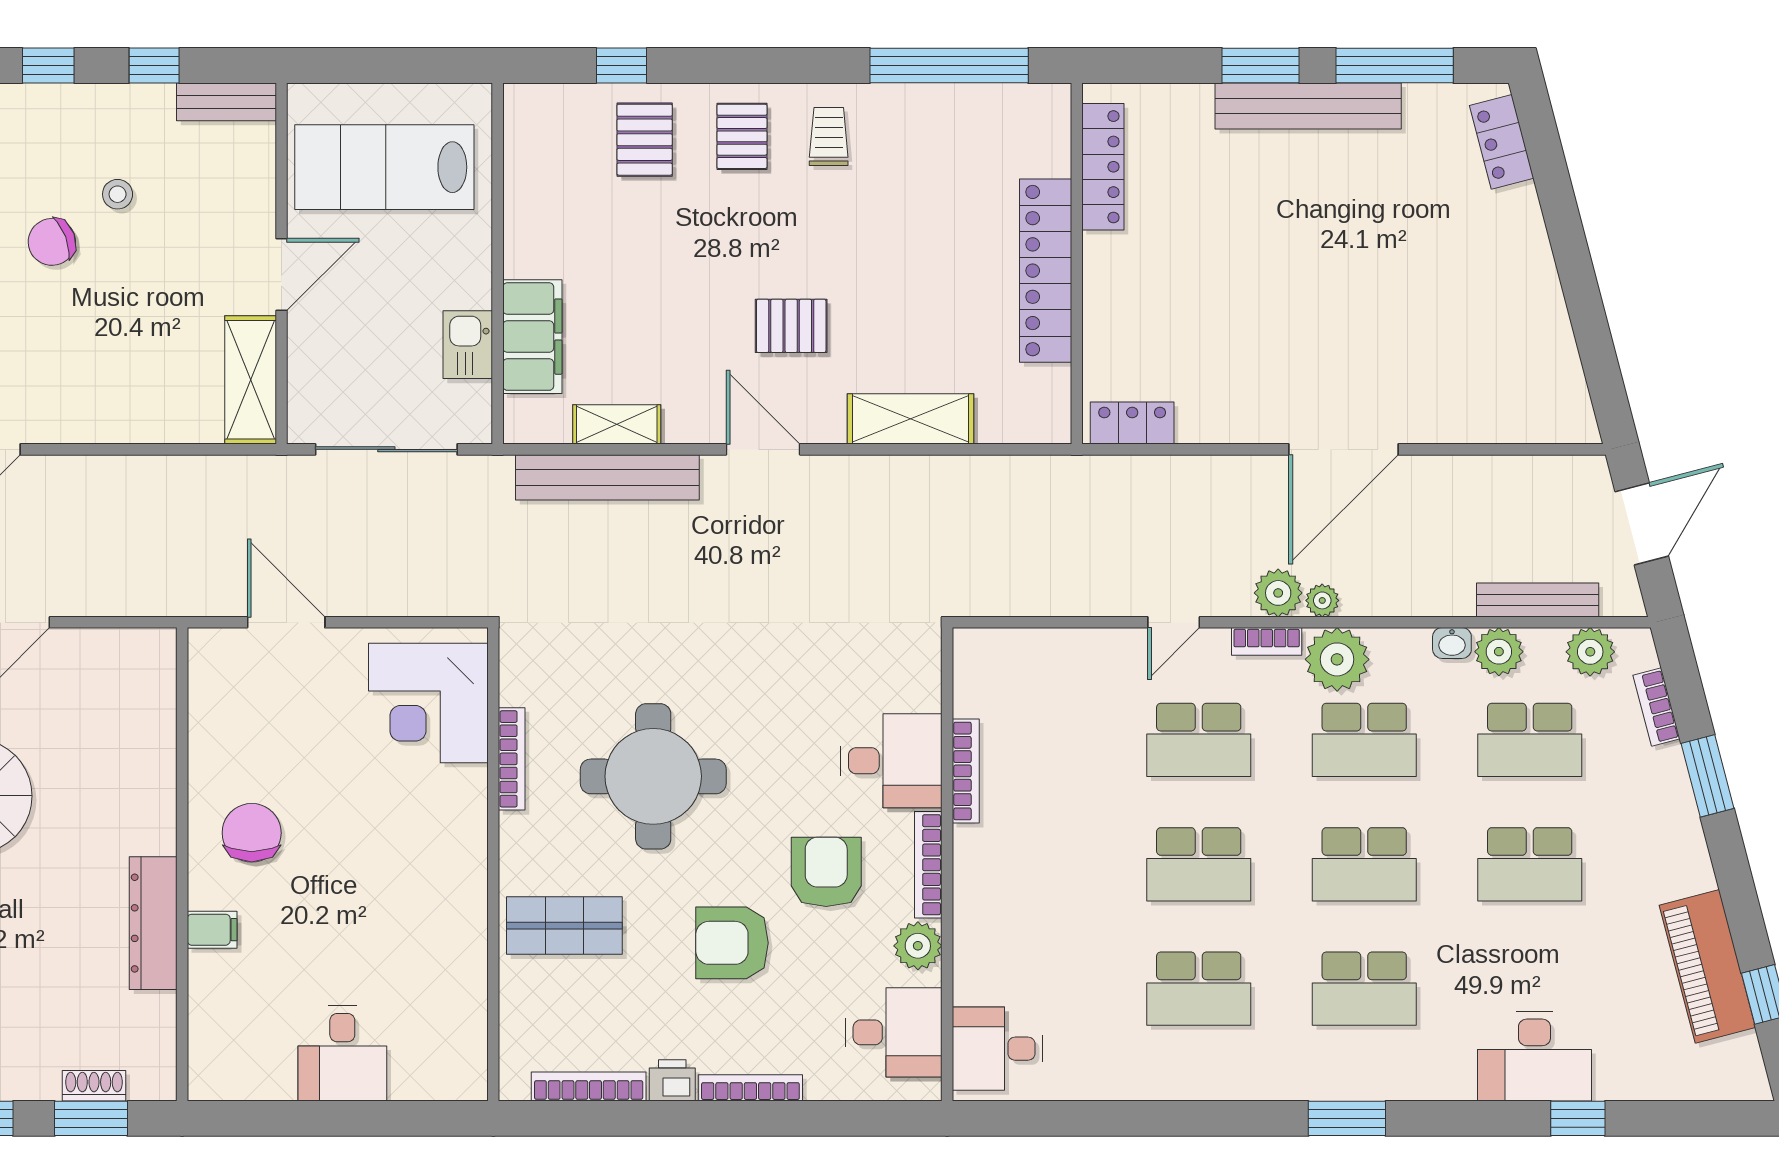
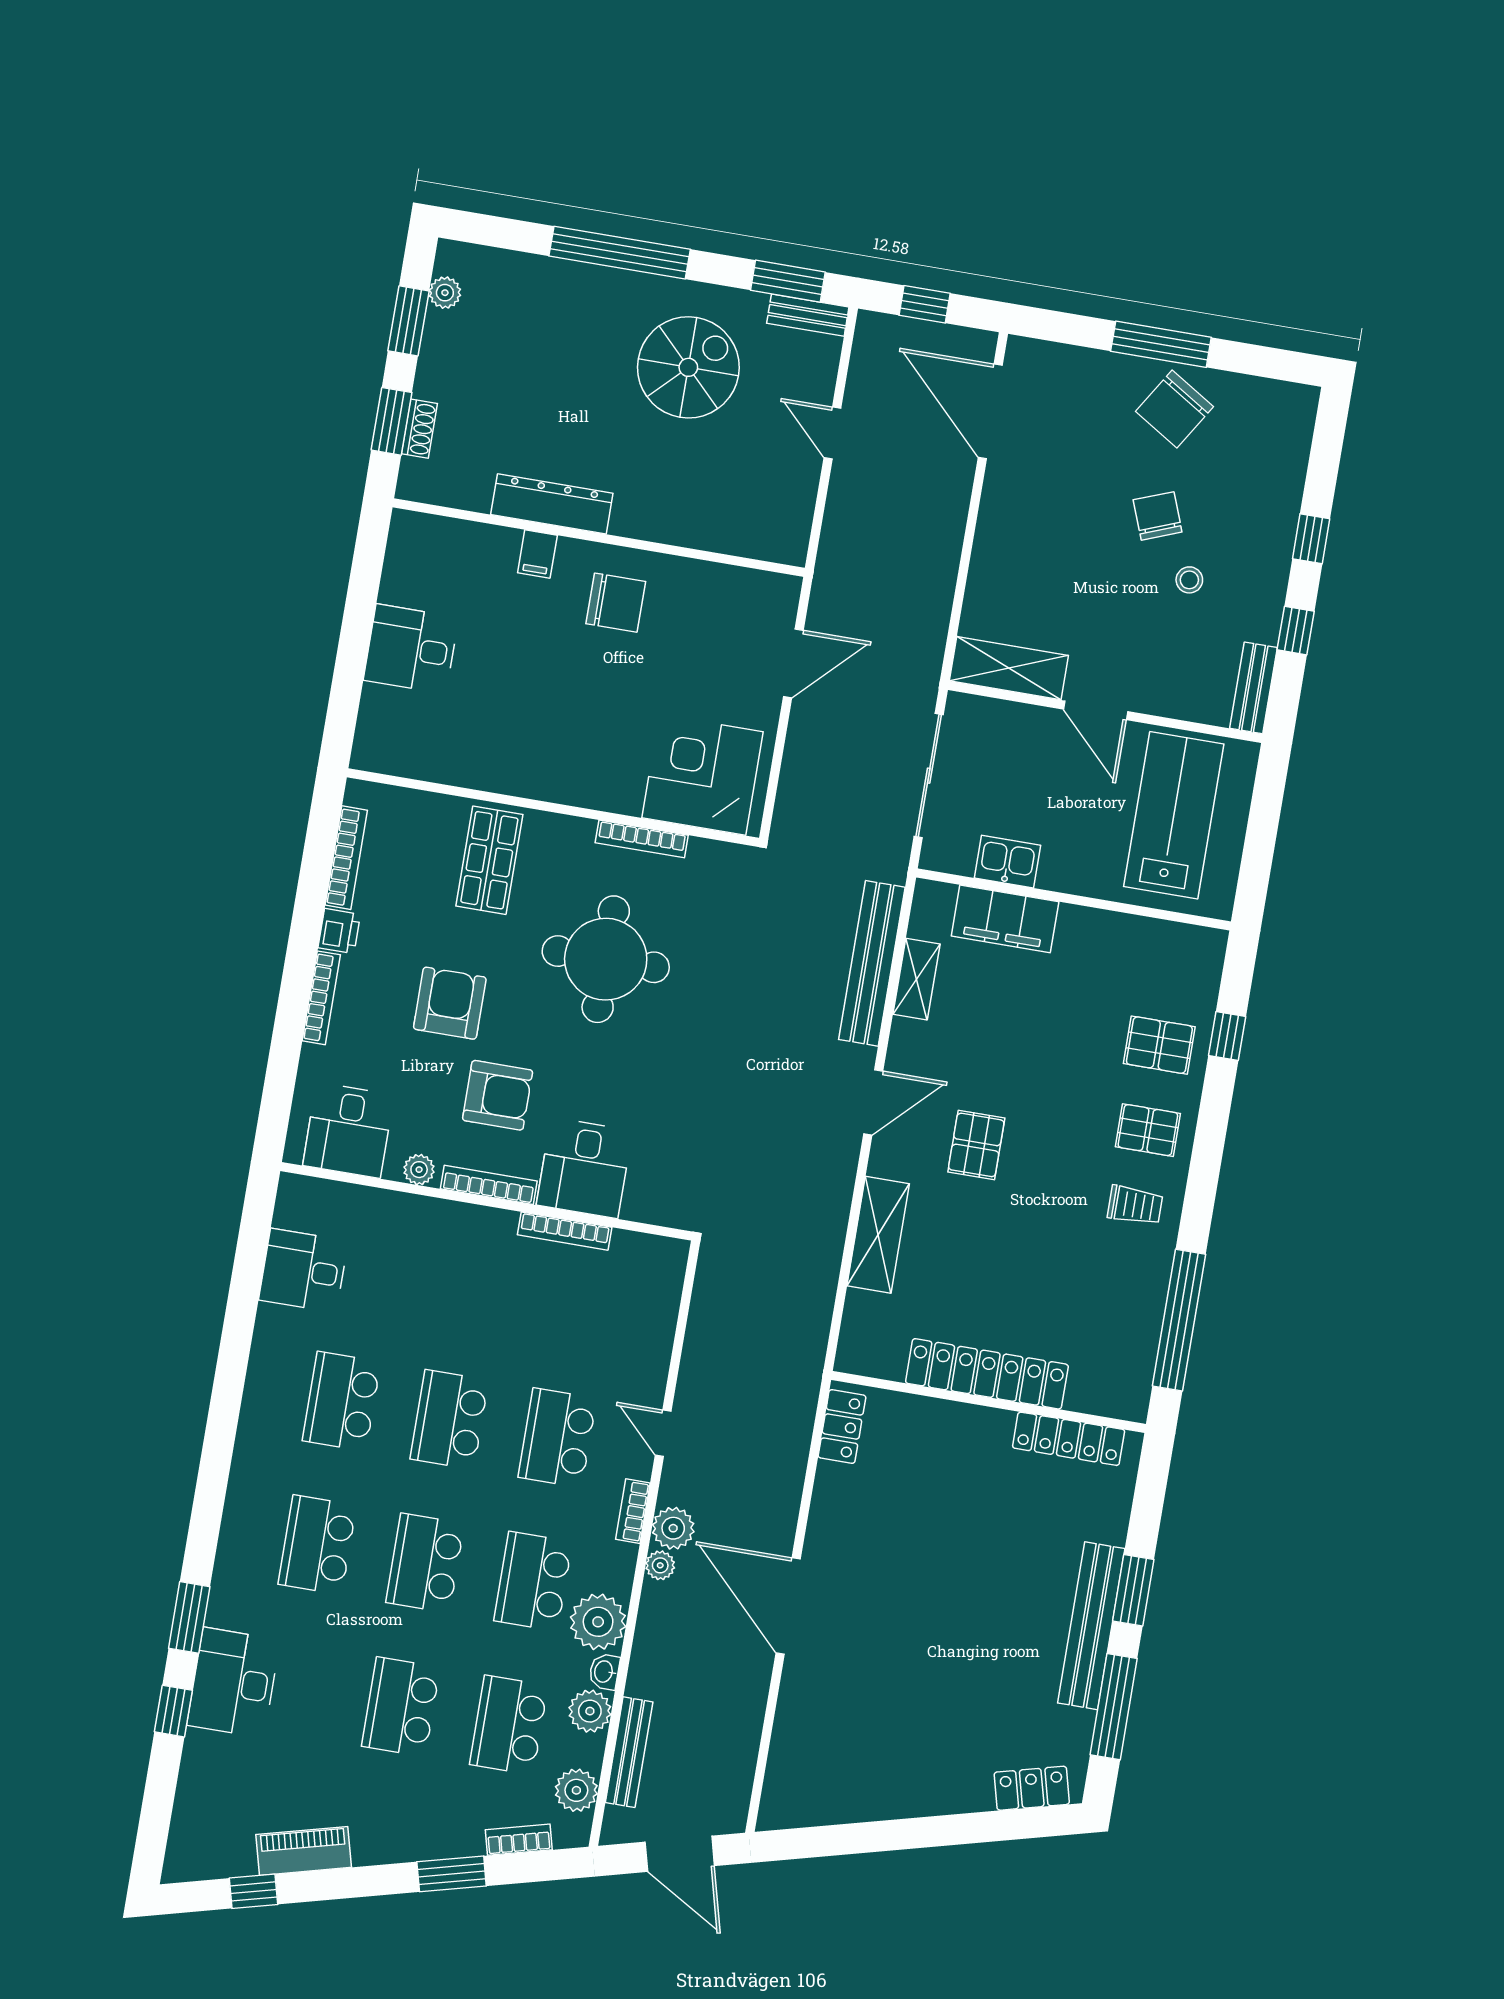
plant: (1337, 659) -> (598, 1622), moved
plant: (918, 946) -> (419, 1170), width x0.73, depth x0.73
piano: (1707, 966) -> (304, 1851), width x0.73, depth x0.75
desk: (997, 1049) -> (303, 1271), moved, turned -90
window: (1347, 1118) -> (189, 1617), moved

